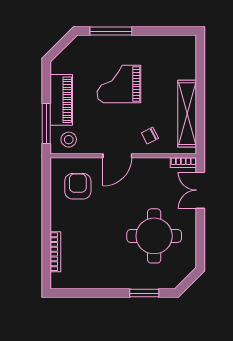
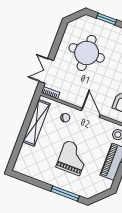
grand piano: (119, 84) -> (73, 158), turned -90
door: (117, 156) -> (91, 113), hinge flipped
double door: (200, 190) -> (46, 71), swing flipped

